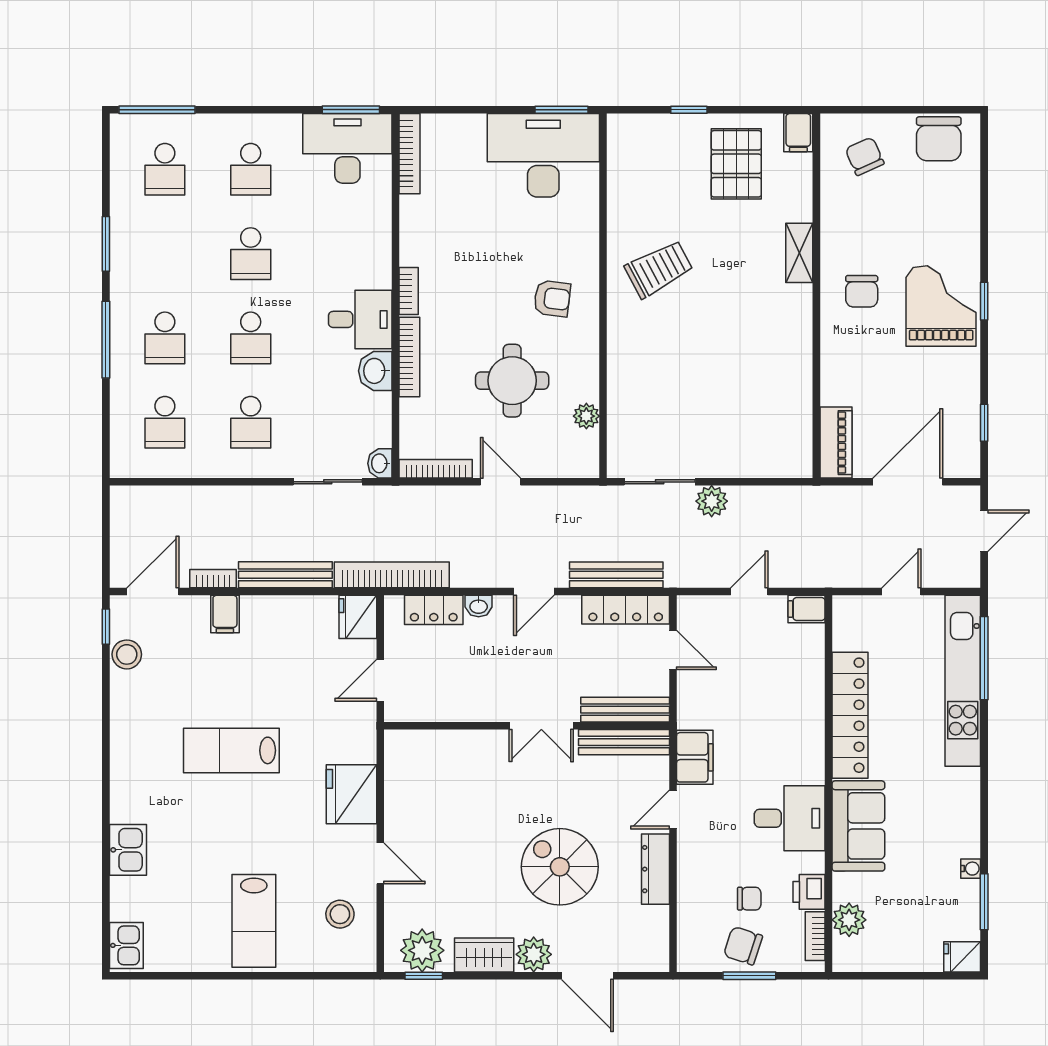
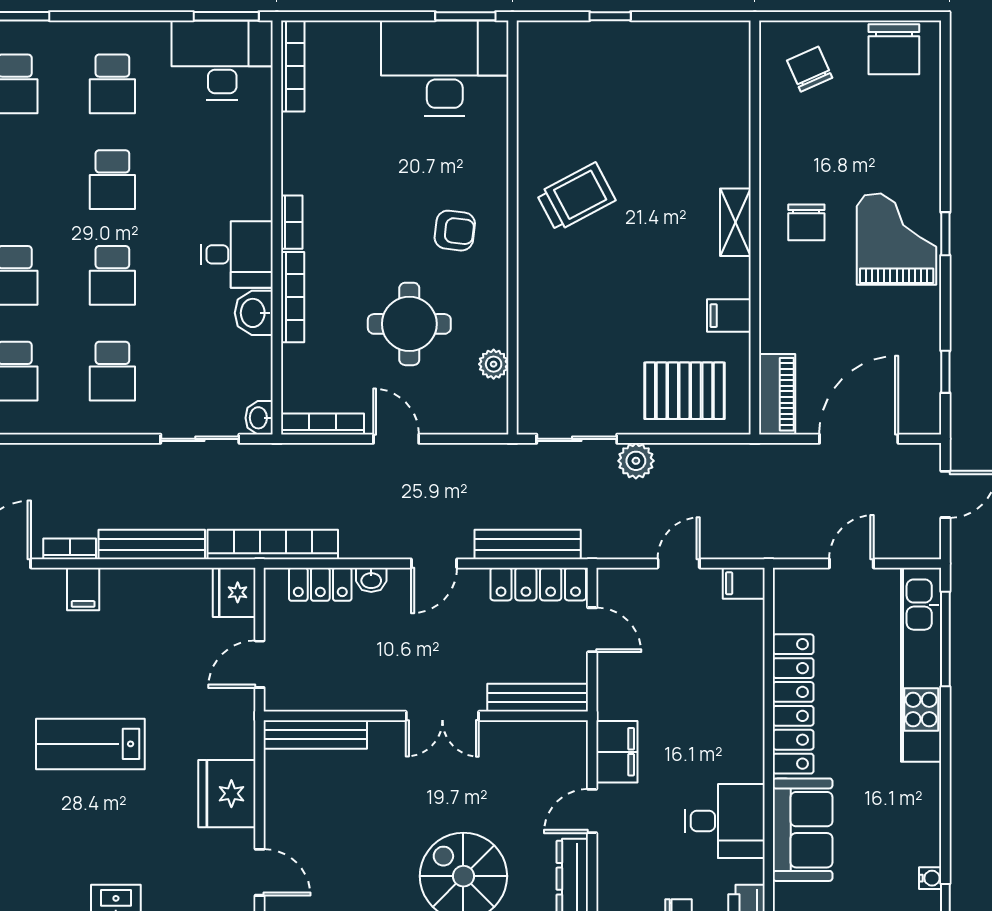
filing cabinet: (798, 133) -> (729, 316), moved, turned 90
pallet: (736, 164) -> (684, 391), moved, turned 90
shelving: (799, 253) -> (735, 222), moved
bench: (624, 742) -> (315, 734), moved

